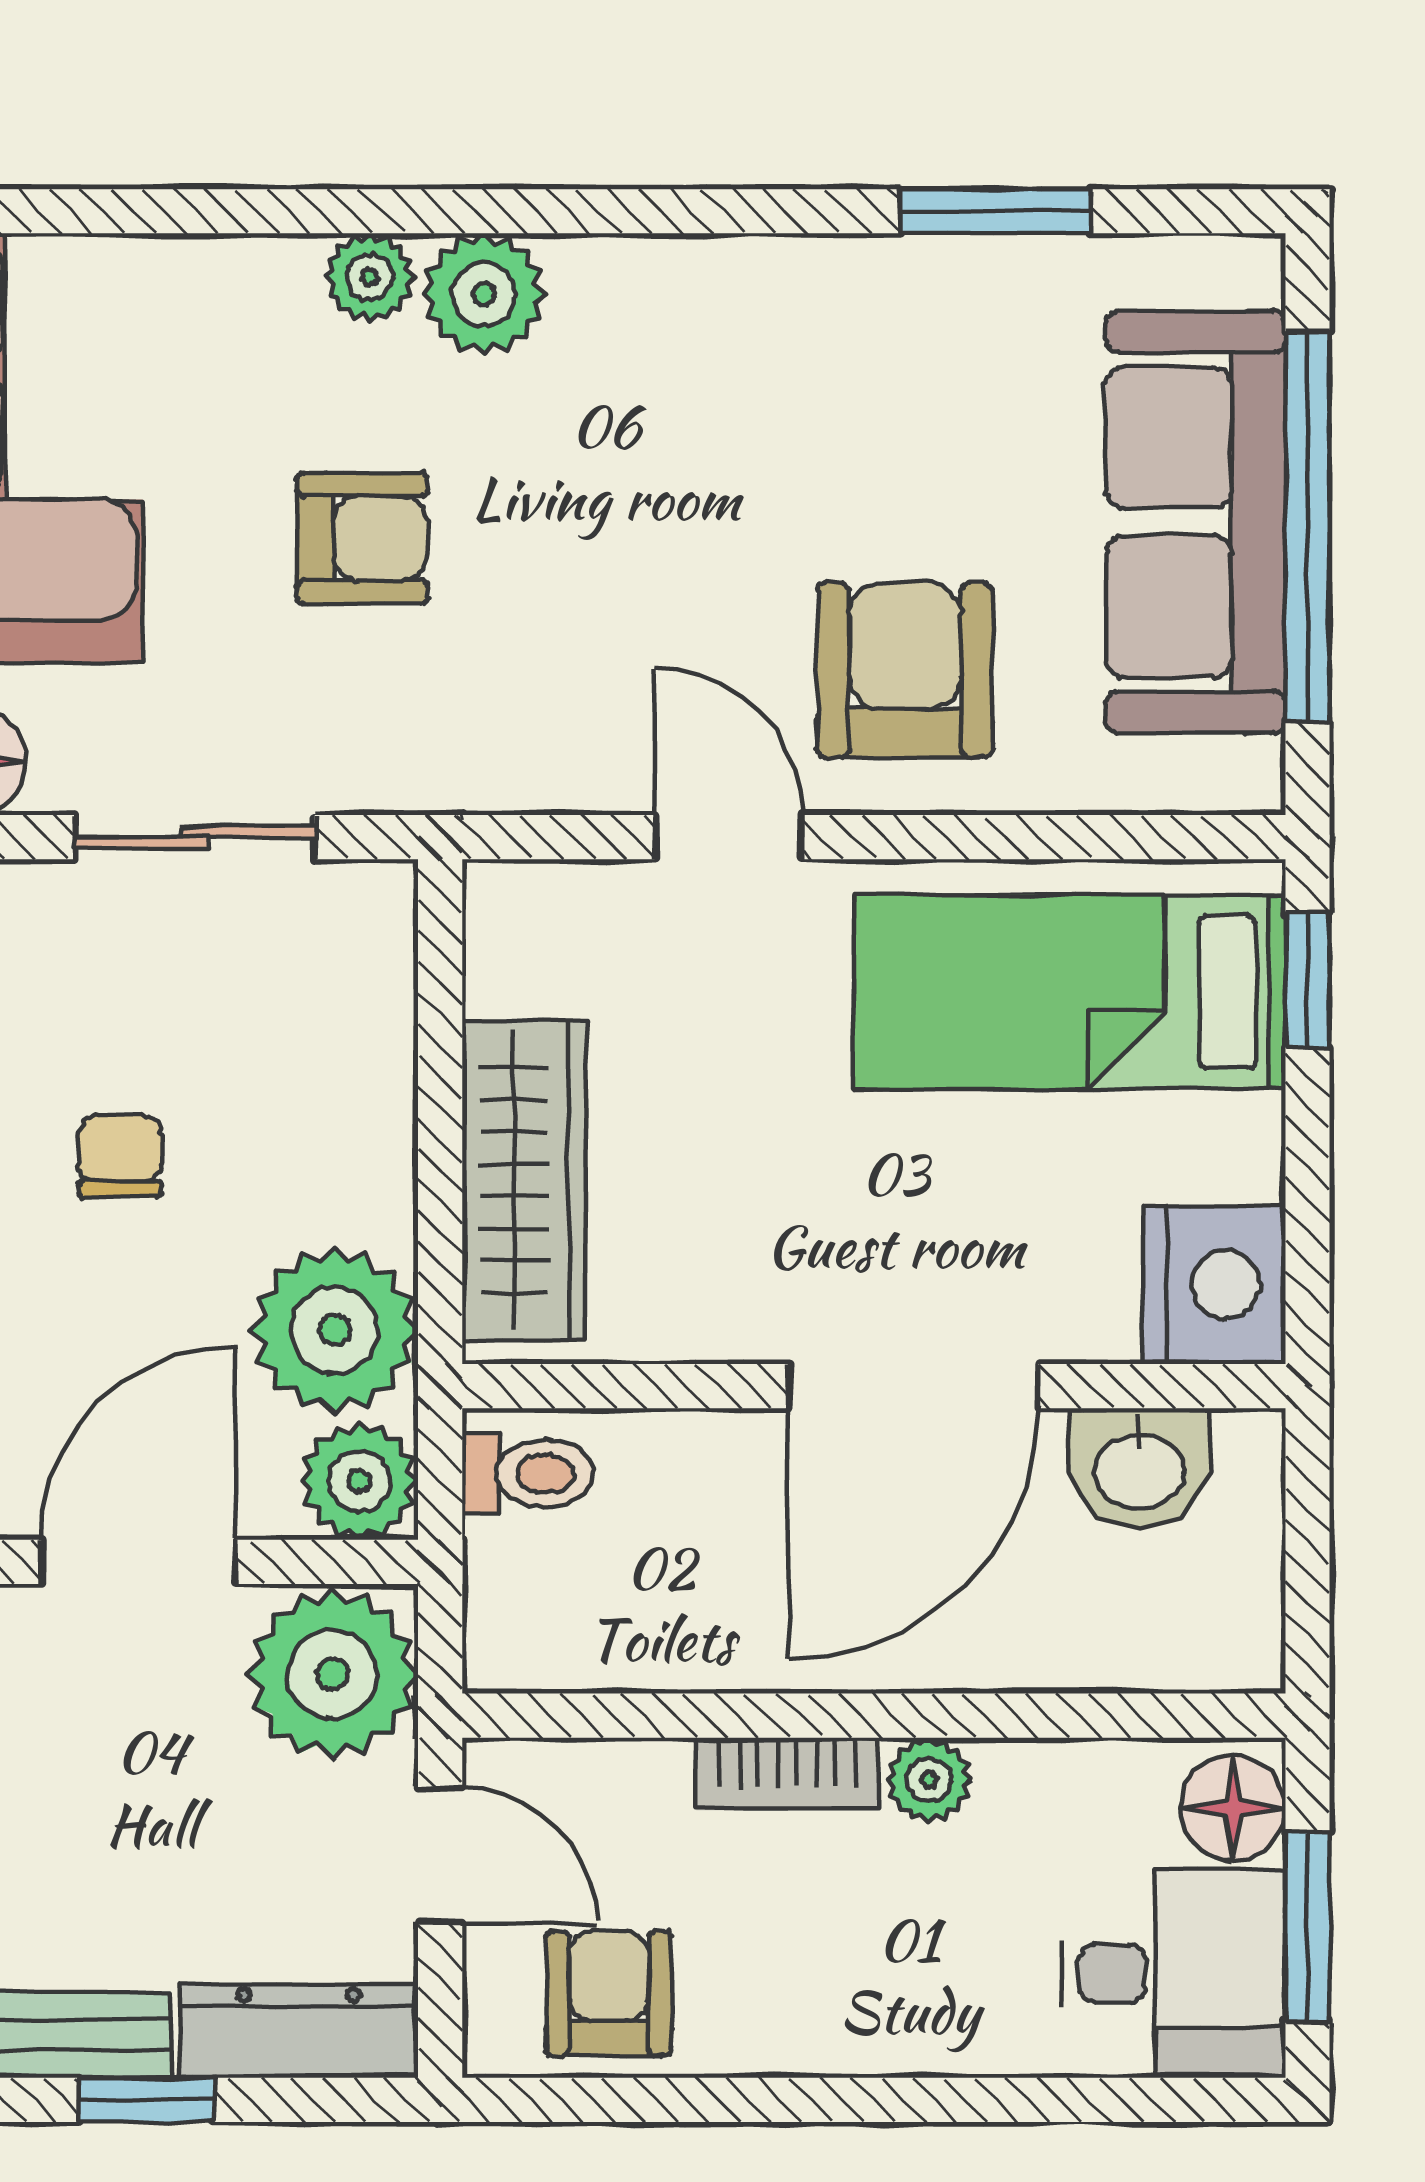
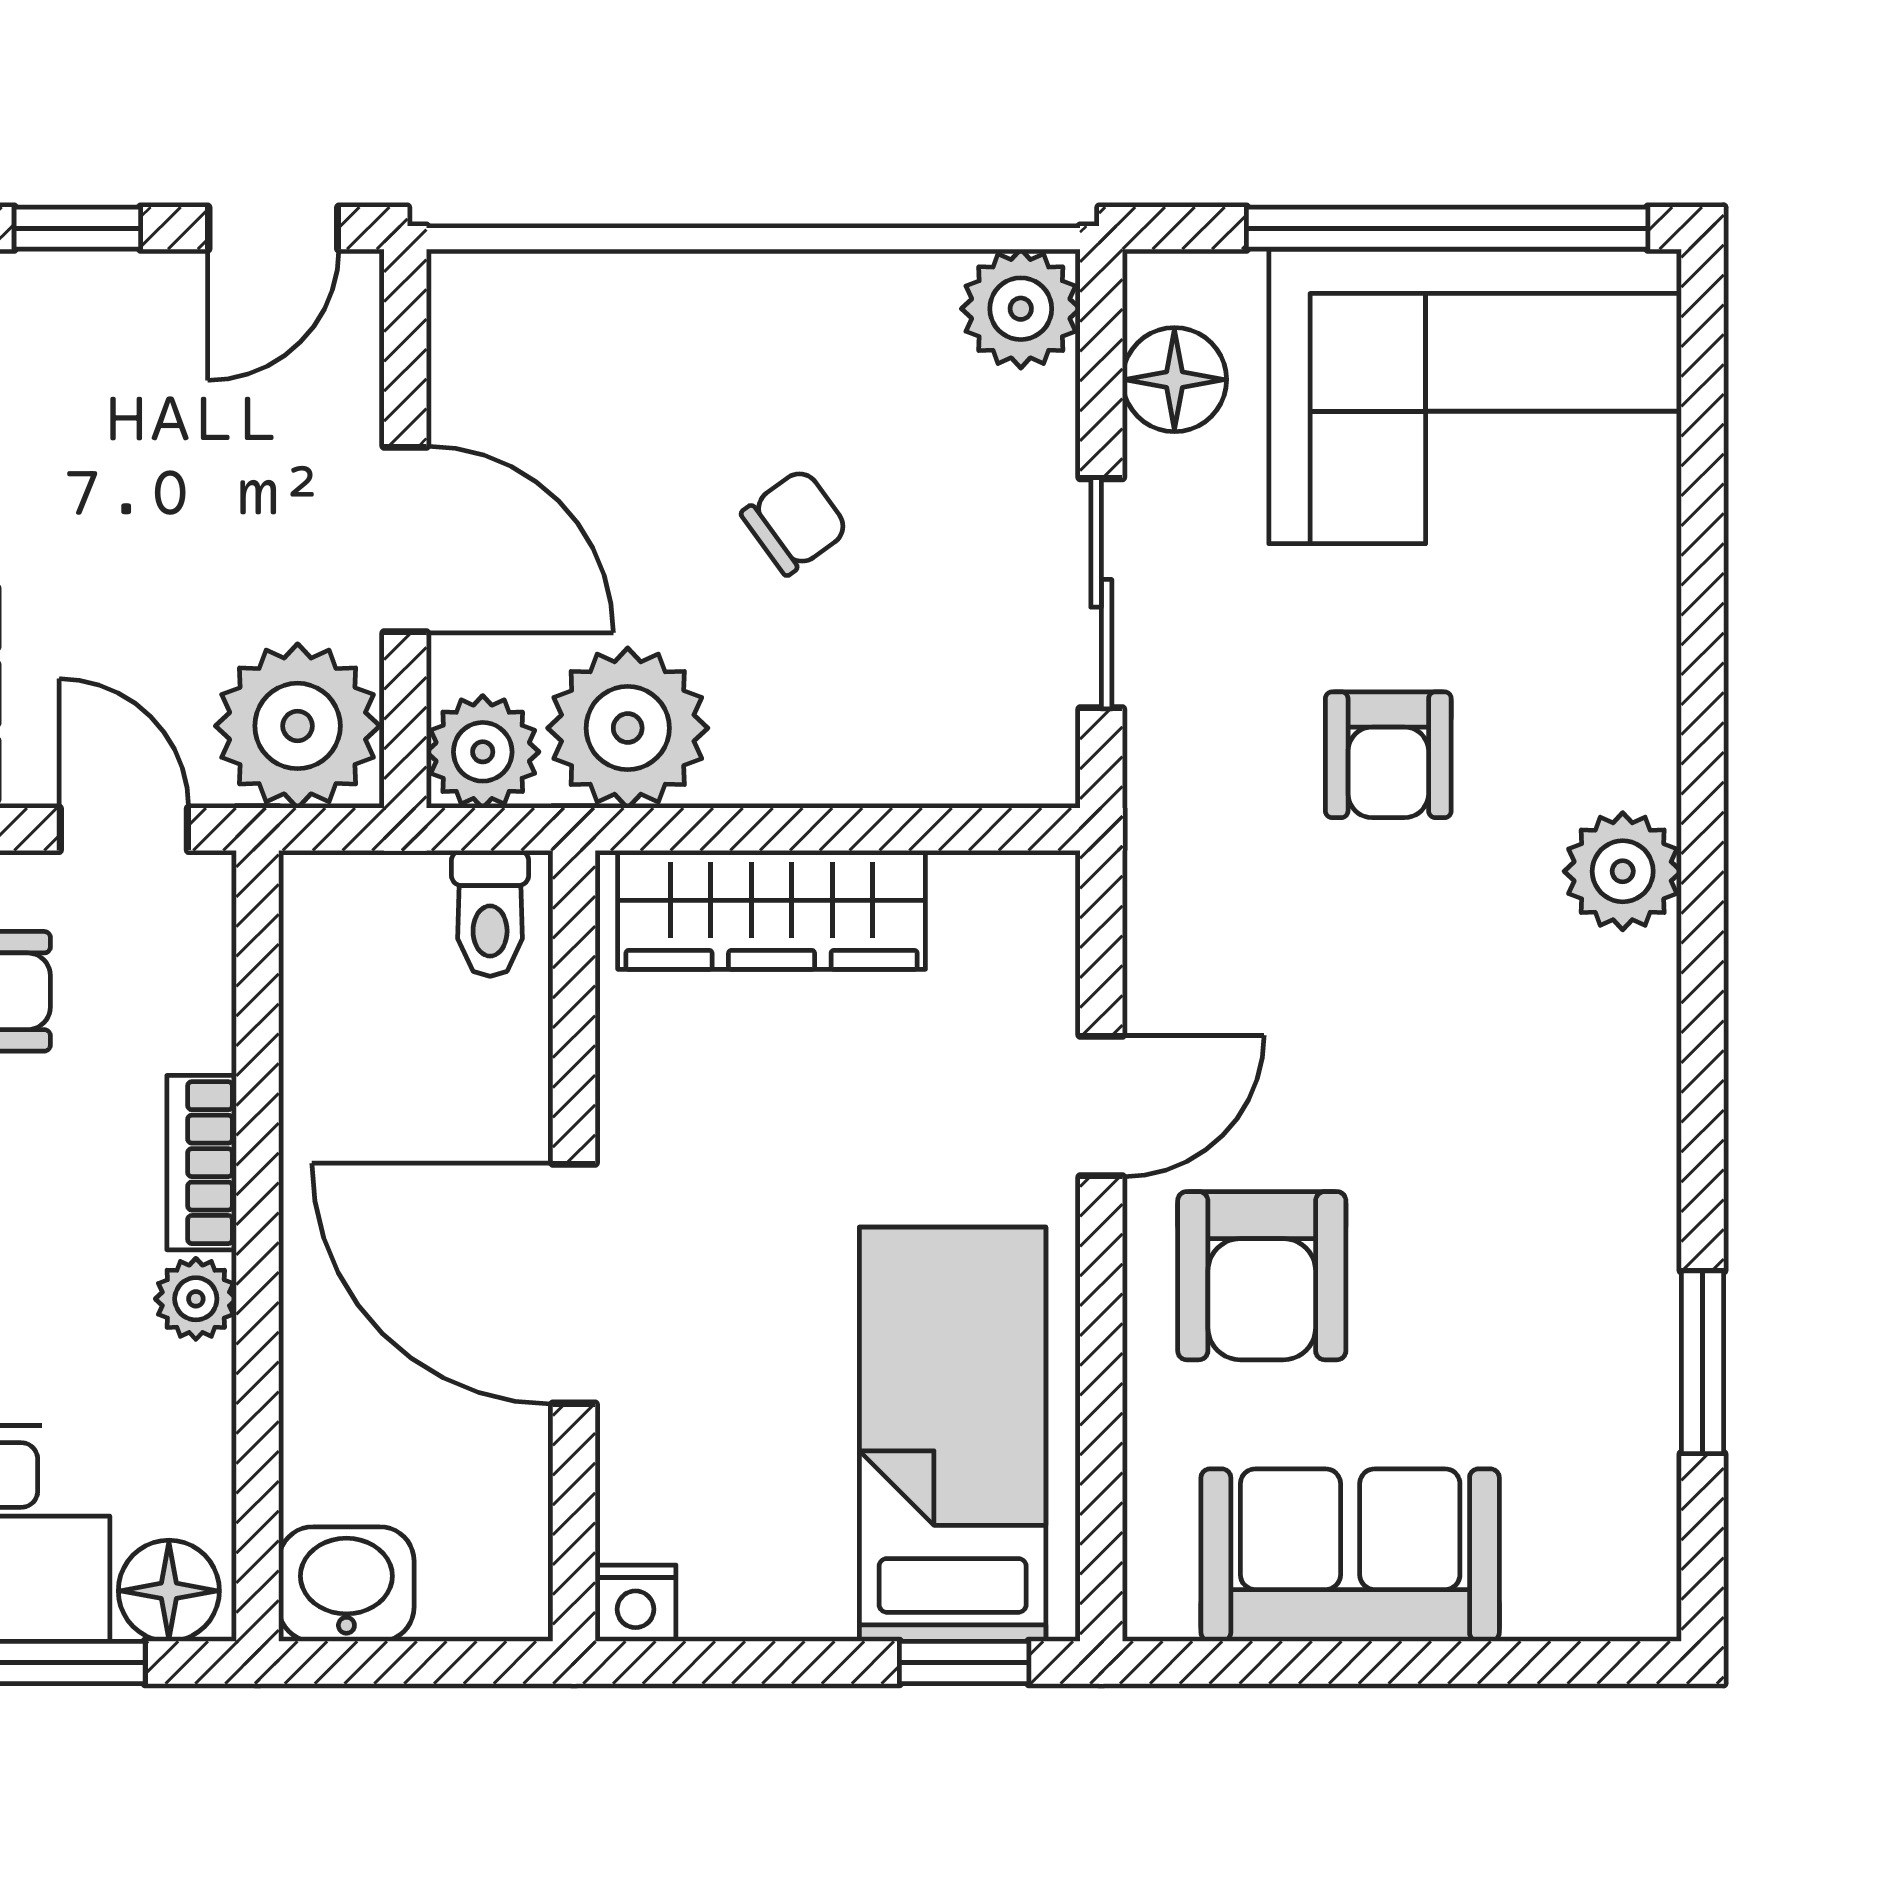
plant: (370, 277) -> (1639, 762), removed
sofa: (1196, 522) -> (1350, 1555), width x0.73
window: (1308, 527) -> (1400, 1662), removed
armchair: (905, 670) -> (1262, 1276), turned 90
chair: (120, 1156) -> (795, 522), turned -36
nightstand: (1214, 1285) -> (635, 1603), width x0.53, depth x0.56
washbasin: (1139, 1468) -> (346, 1584), moved, turned 90
door: (440, 1855) -> (124, 829), swing flipped

